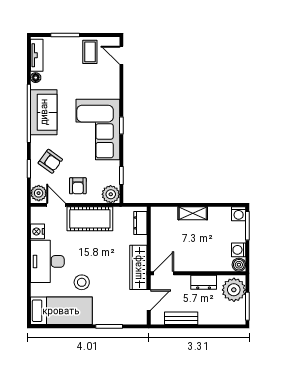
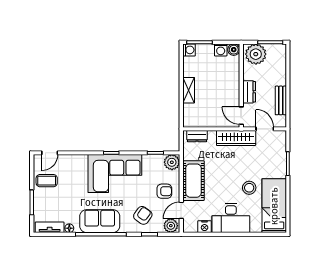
dresser: (204, 282) -> (249, 92), moved

